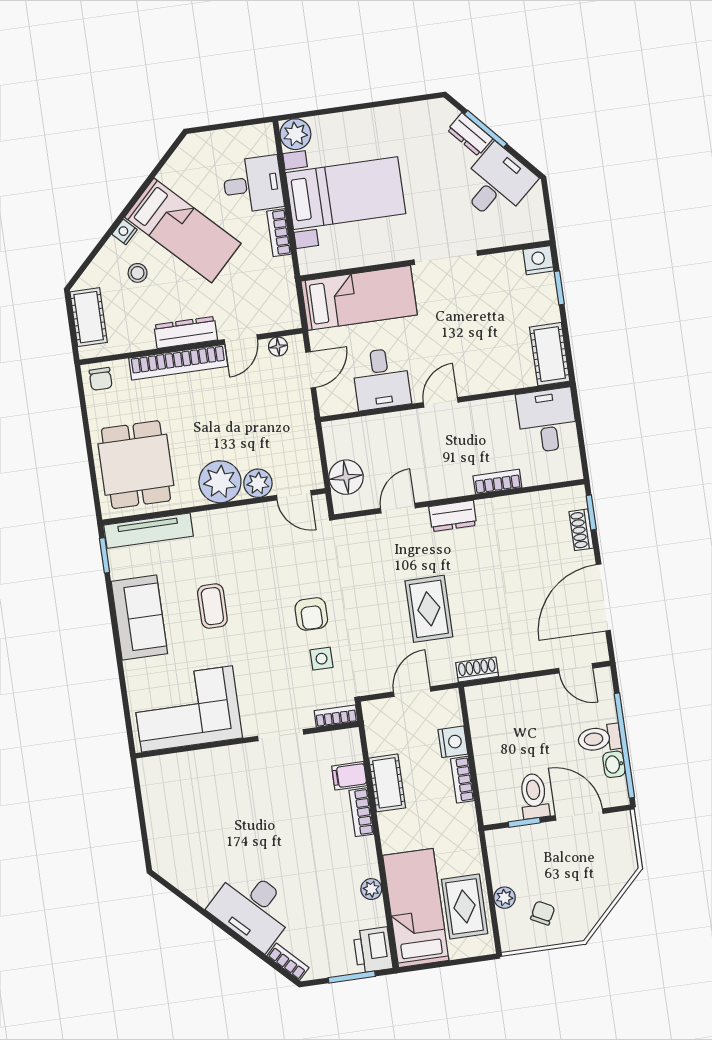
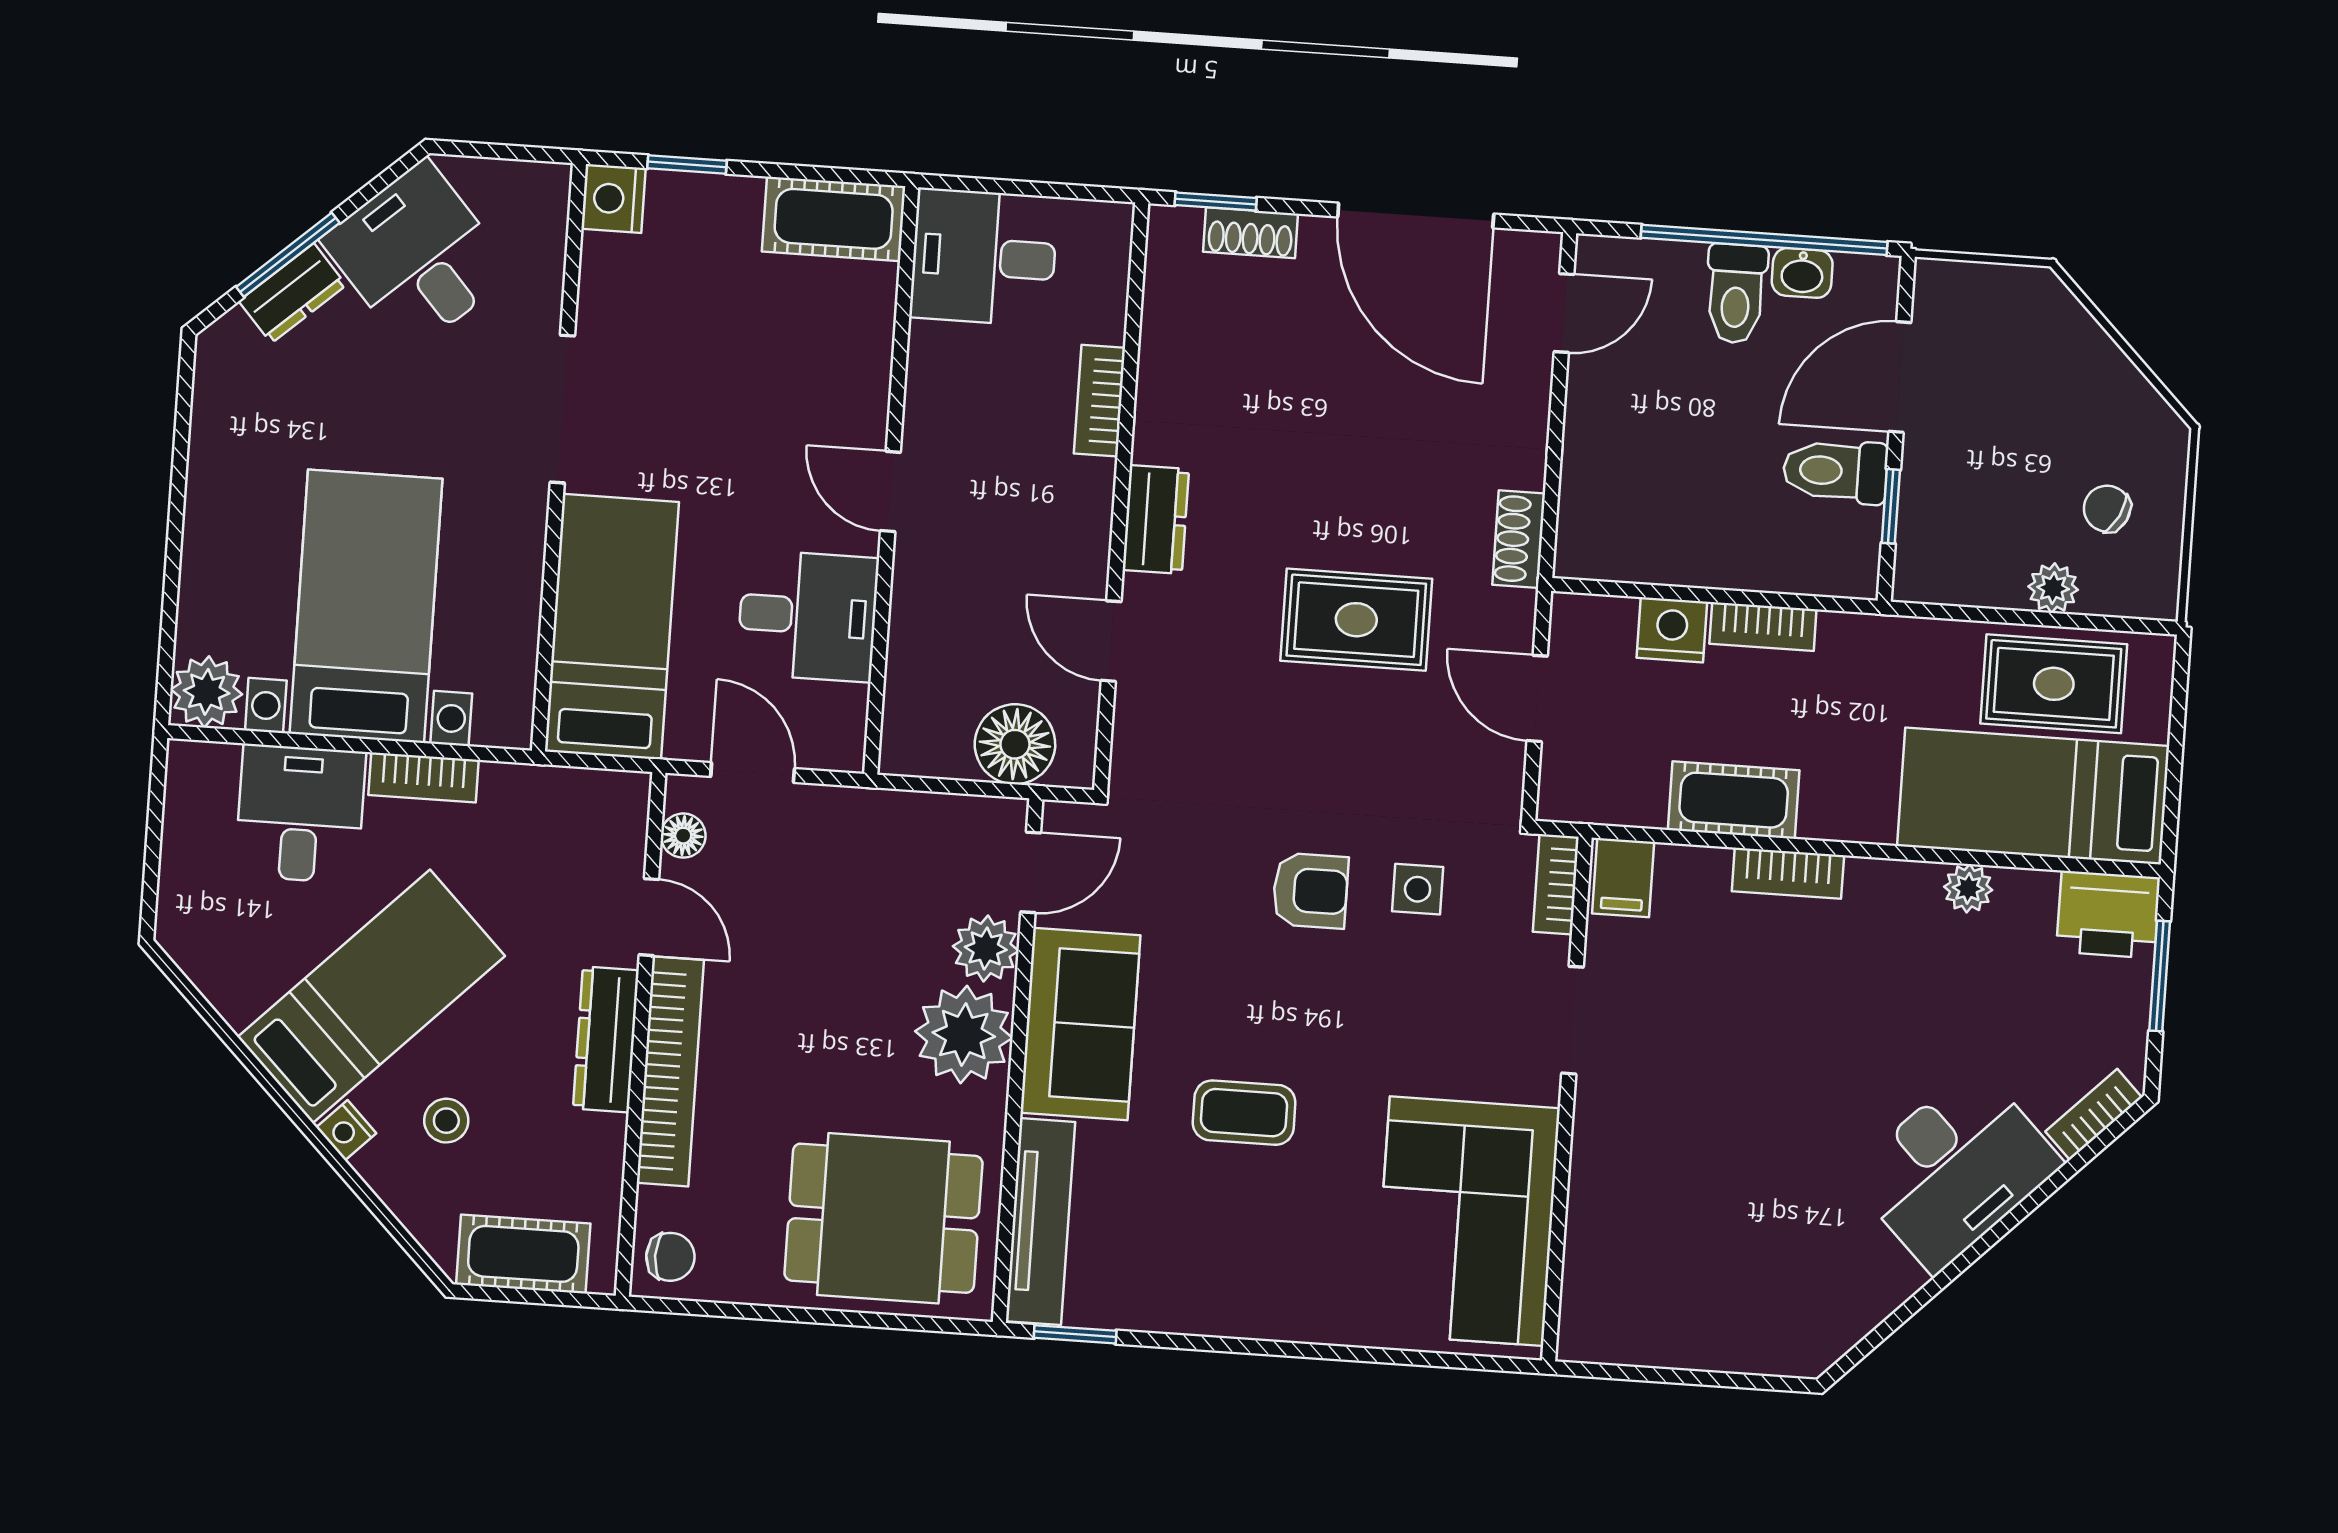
sofa: (139, 618) -> (1080, 1024), moved, turned 90
filing cabinet: (349, 776) -> (1623, 878), moved

